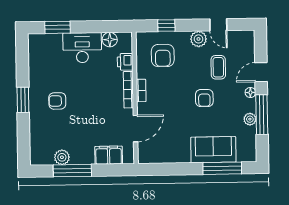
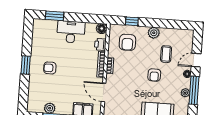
door: (218, 25) -> (169, 24), removed
floor lamp: (110, 40) -> (102, 29), moved
door: (135, 129) -> (104, 92), swing flipped

